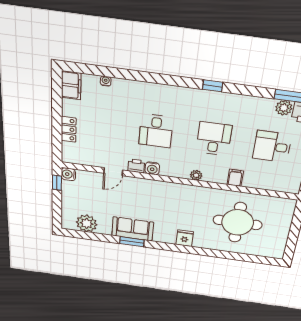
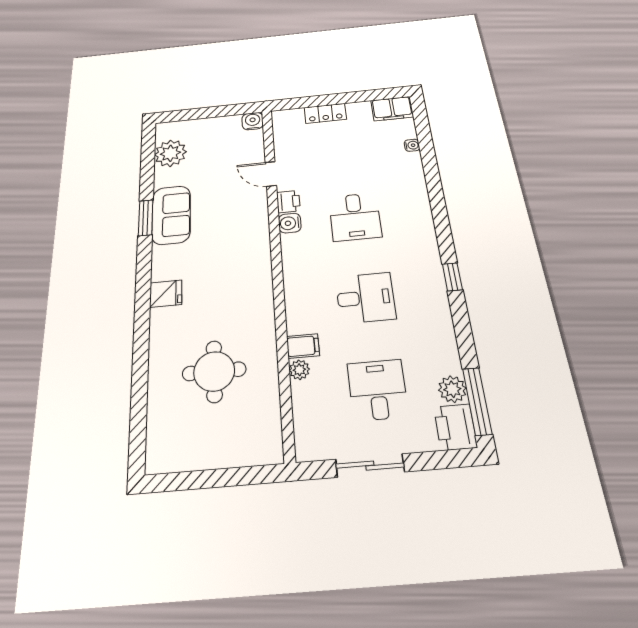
desk: (156, 131) -> (355, 217), turned -90
plant: (196, 175) -> (299, 370), moved
window: (57, 183) -> (235, 110), removed
round table: (238, 222) -> (214, 371), width x0.73, depth x0.73

